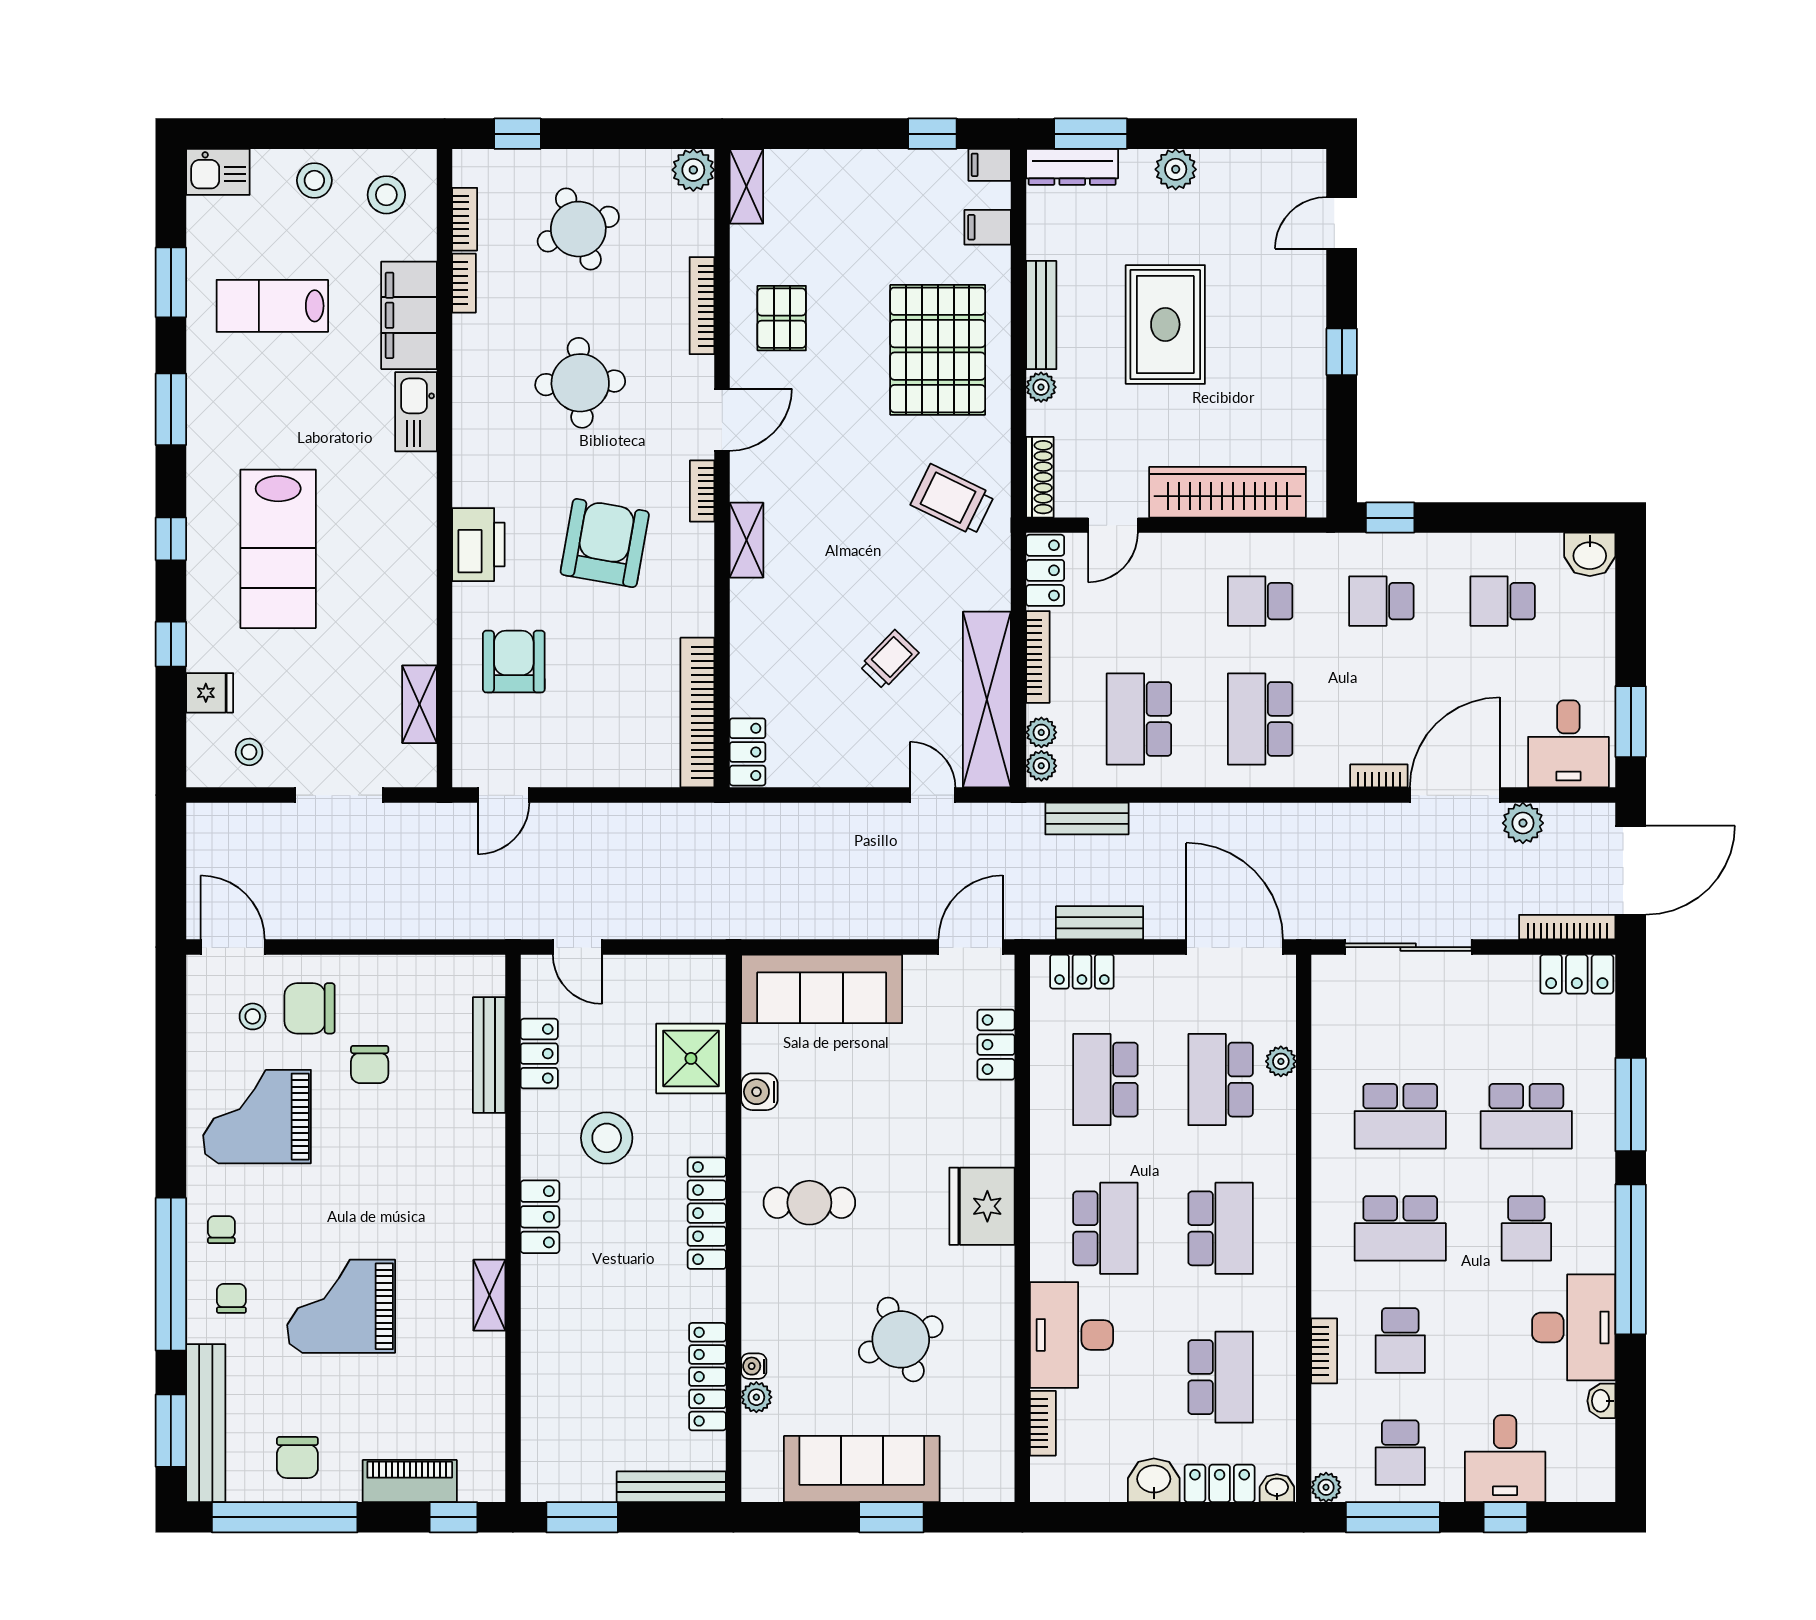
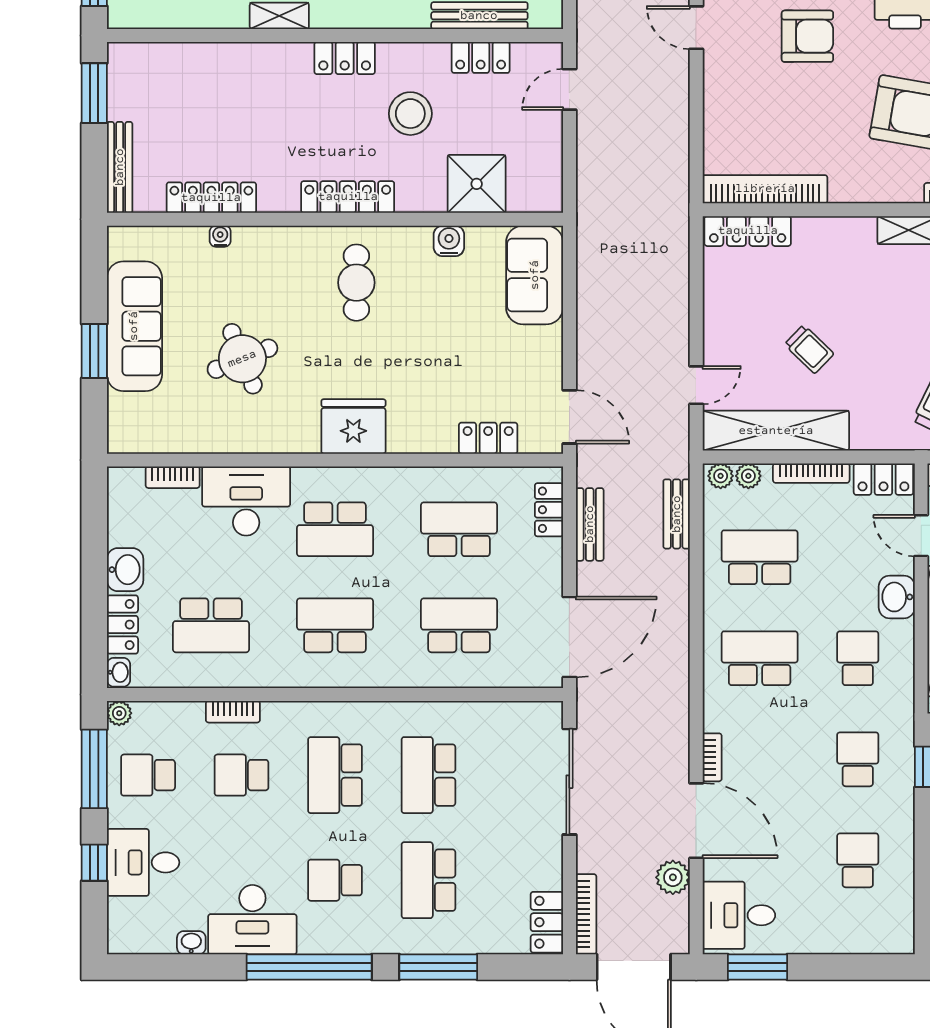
washbasin: (1590, 554) -> (897, 597), moved
locker: (748, 752) -> (748, 231), width x1.53
sofa: (822, 989) -> (535, 275), width x0.73
plant: (1281, 1061) -> (474, 676), removed
school desk: (1221, 1228) -> (335, 625), turned 180
plant: (756, 1397) -> (194, 238), removed

